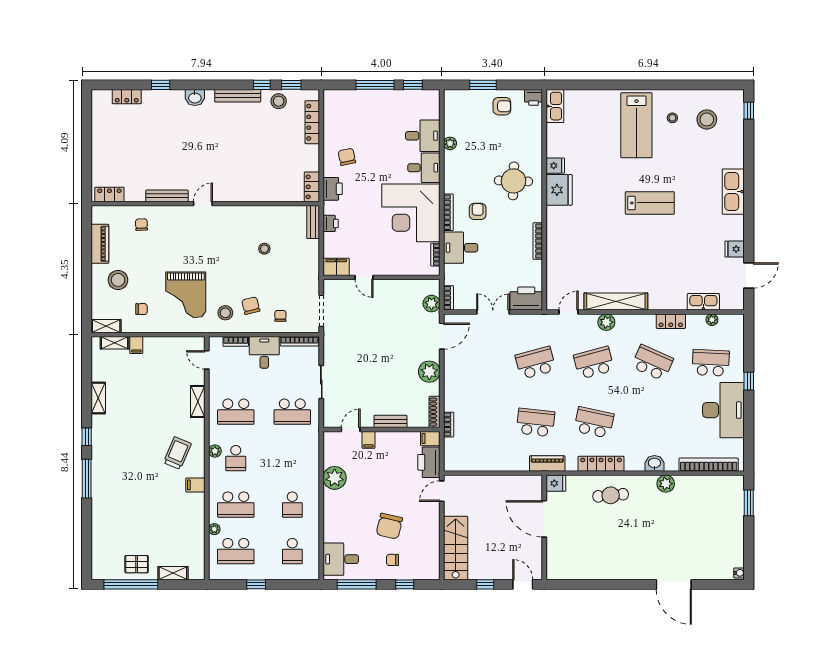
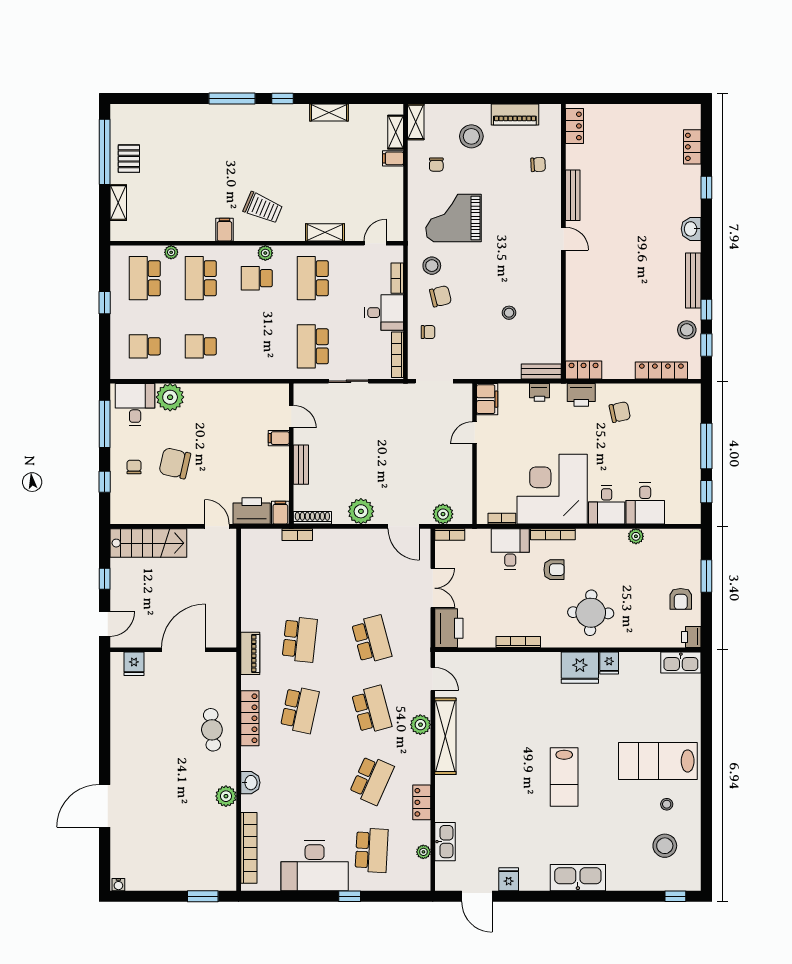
plant: (335, 478) -> (170, 397), moved
fridge: (556, 483) -> (134, 664), moved

